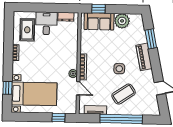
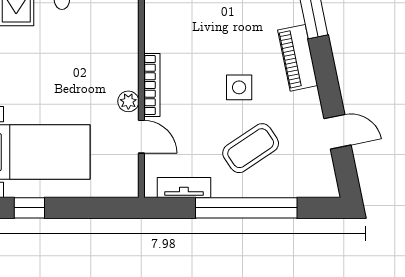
window: (58, 118) -> (29, 208), moved

